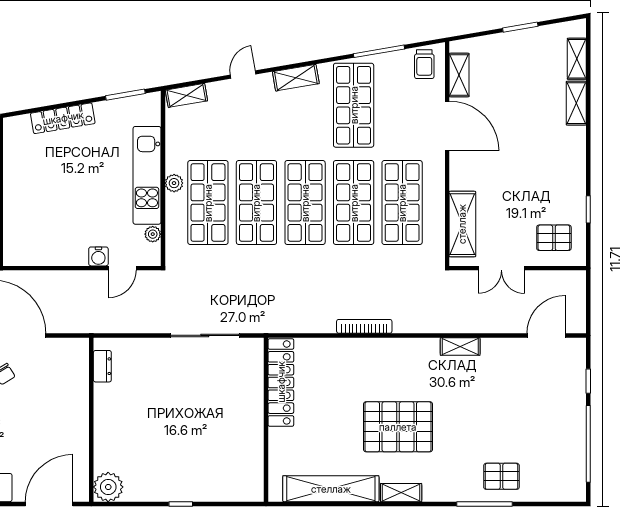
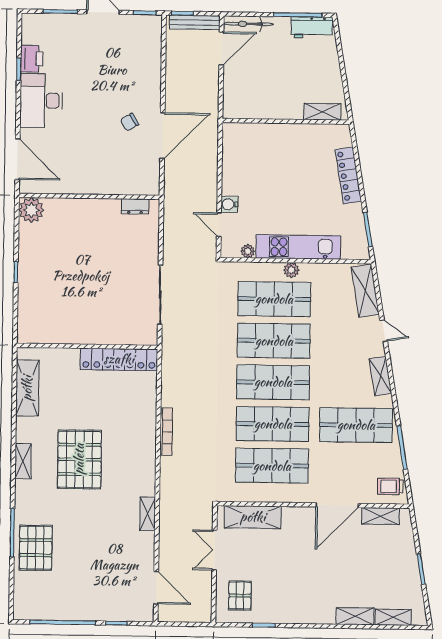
shelving: (186, 95) -> (365, 291), width x1.50, depth x1.33
pallet: (501, 476) -> (36, 548), width x1.50, depth x1.42
shelving: (331, 489) -> (27, 388), width x0.68

